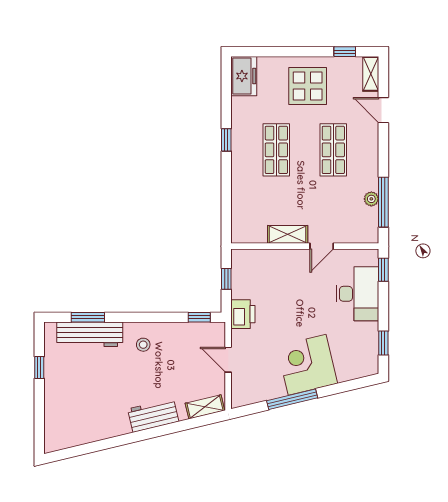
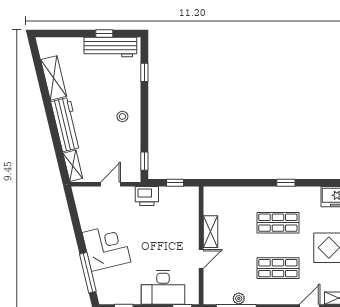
door: (322, 246) -> (201, 259), swing flipped
window: (88, 317) -> (144, 72), width x0.67
workbench: (90, 334) -> (110, 47), moved, turned -90
window: (292, 399) -> (88, 273), moved
workbench: (153, 415) -> (66, 124), width x1.38
shelving: (95, 431) -> (54, 78), added

